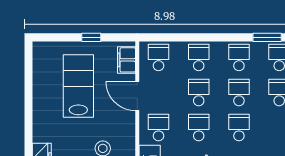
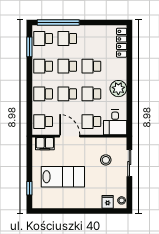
window: (91, 37) -> (29, 188), moved
lab bench: (78, 86) -> (63, 177), turned 180
door: (137, 96) -> (70, 136), swing flipped

